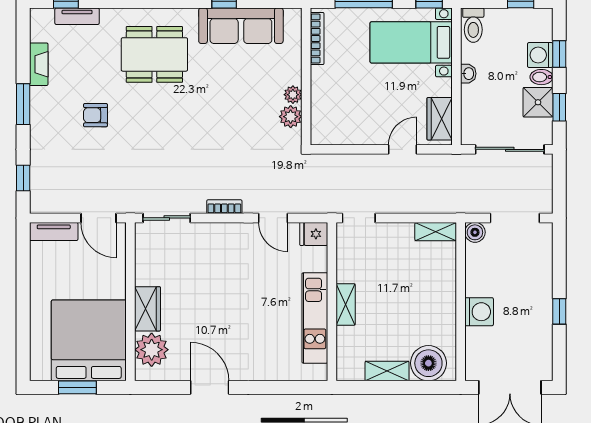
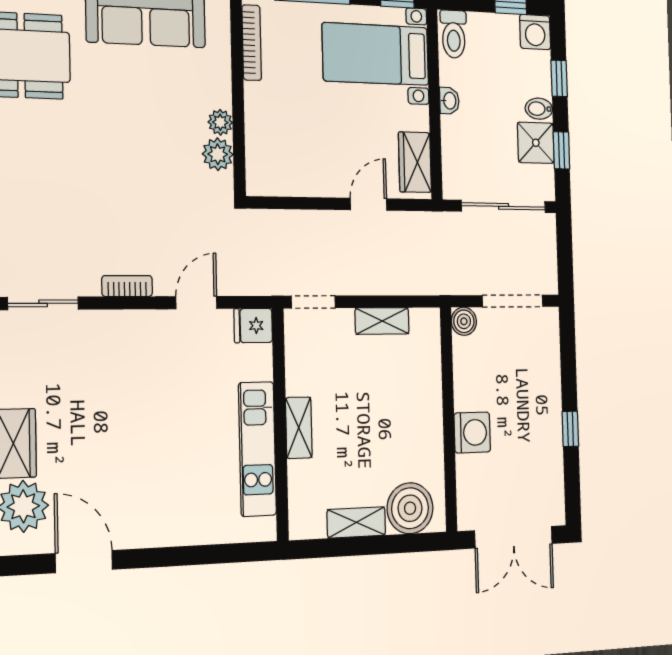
washing machine: (540, 55) -> (535, 32), moved, turned -90
door: (273, 218) -> (196, 303), swing flipped
shelving: (436, 232) -> (382, 321), moved
door: (210, 387) -> (84, 561), moved

